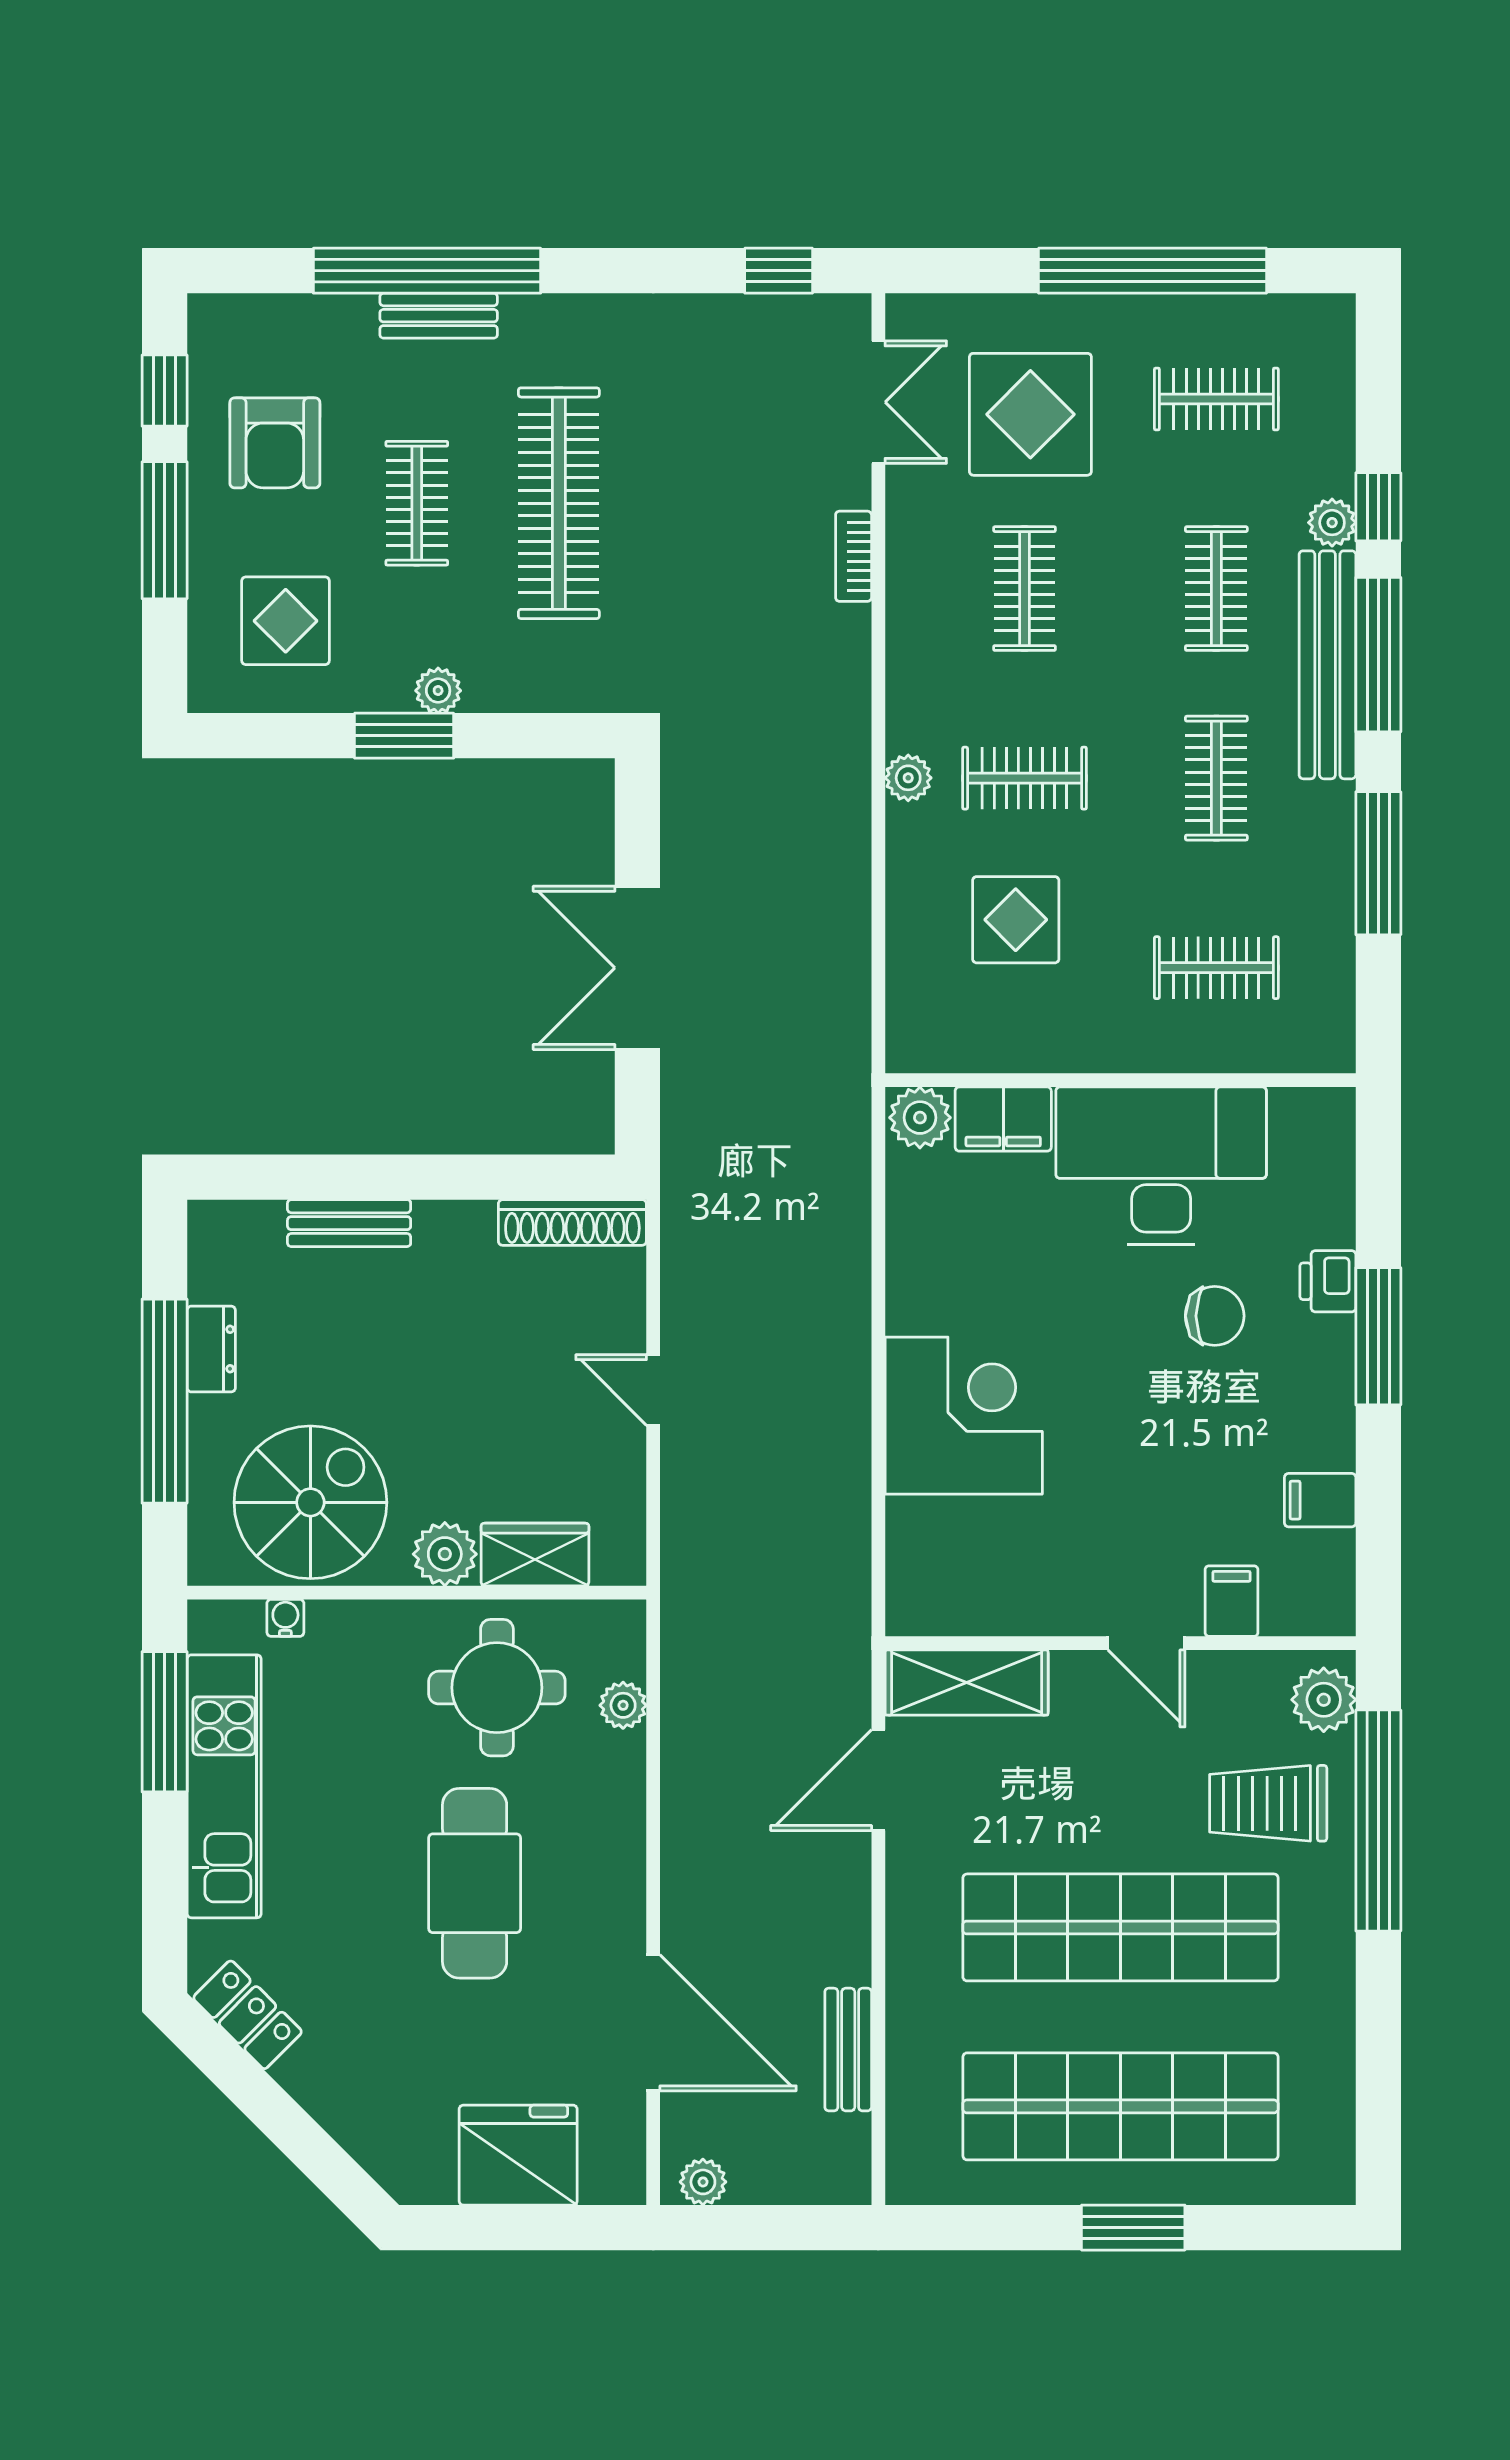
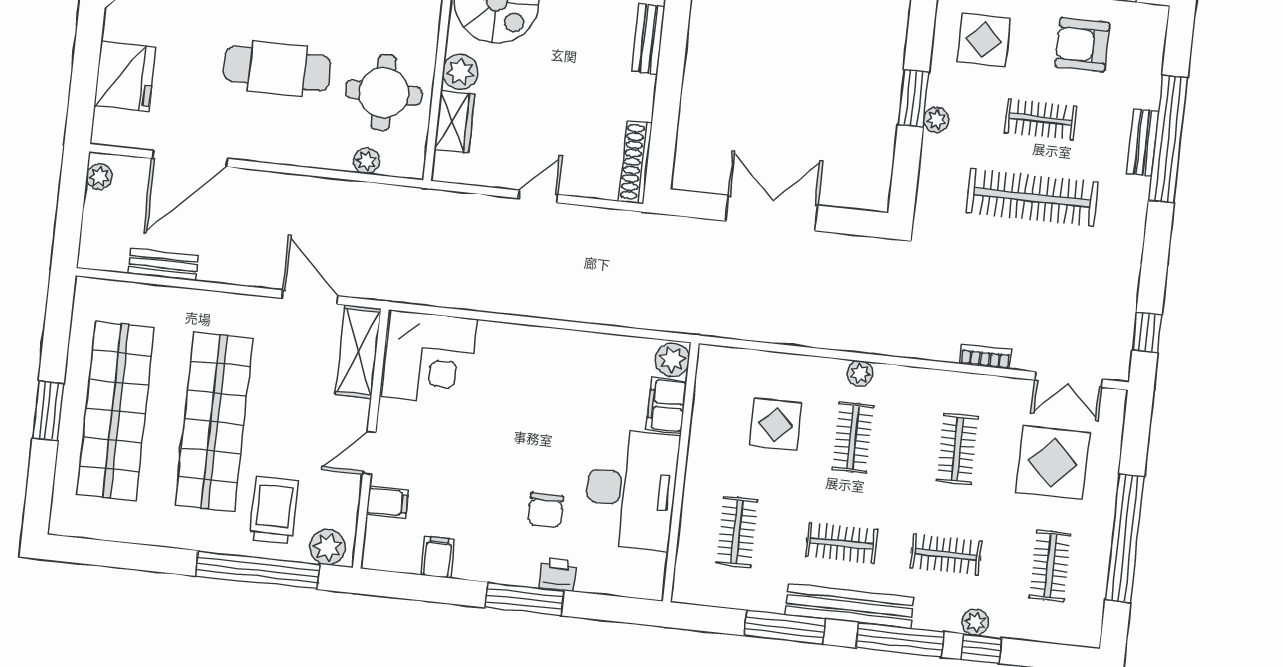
clothes rail: (1025, 589) -> (957, 449), turned 90
bench: (1327, 665) -> (849, 606), moved
corner desk: (964, 1416) -> (429, 358), moved

